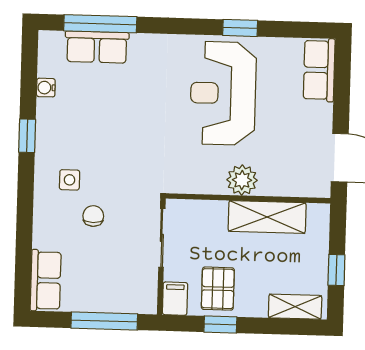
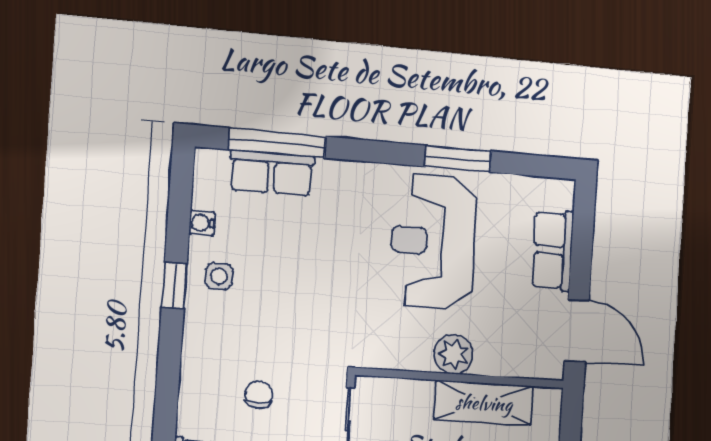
window: (240, 28) -> (458, 159), width x1.50
row of seats: (319, 70) -> (553, 250), moved
side table: (70, 180) -> (219, 276), moved

